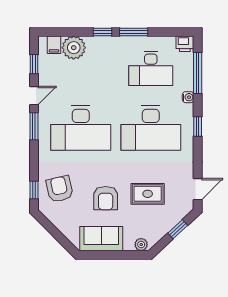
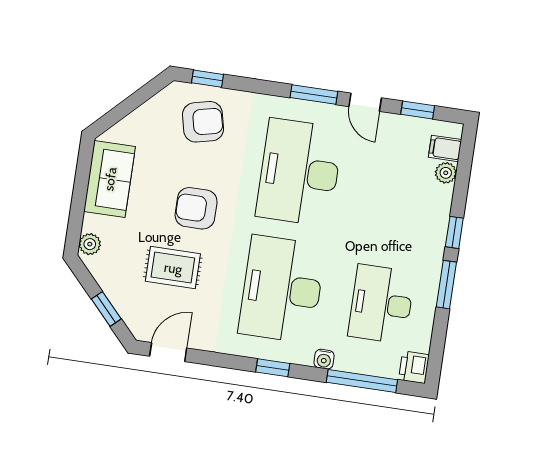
plant: (74, 48) -> (446, 173), width x0.53, depth x0.53
door: (198, 189) -> (168, 352), swing flipped
rug: (148, 194) -> (173, 268), turned 90
armchair: (106, 198) -> (196, 208), moved

